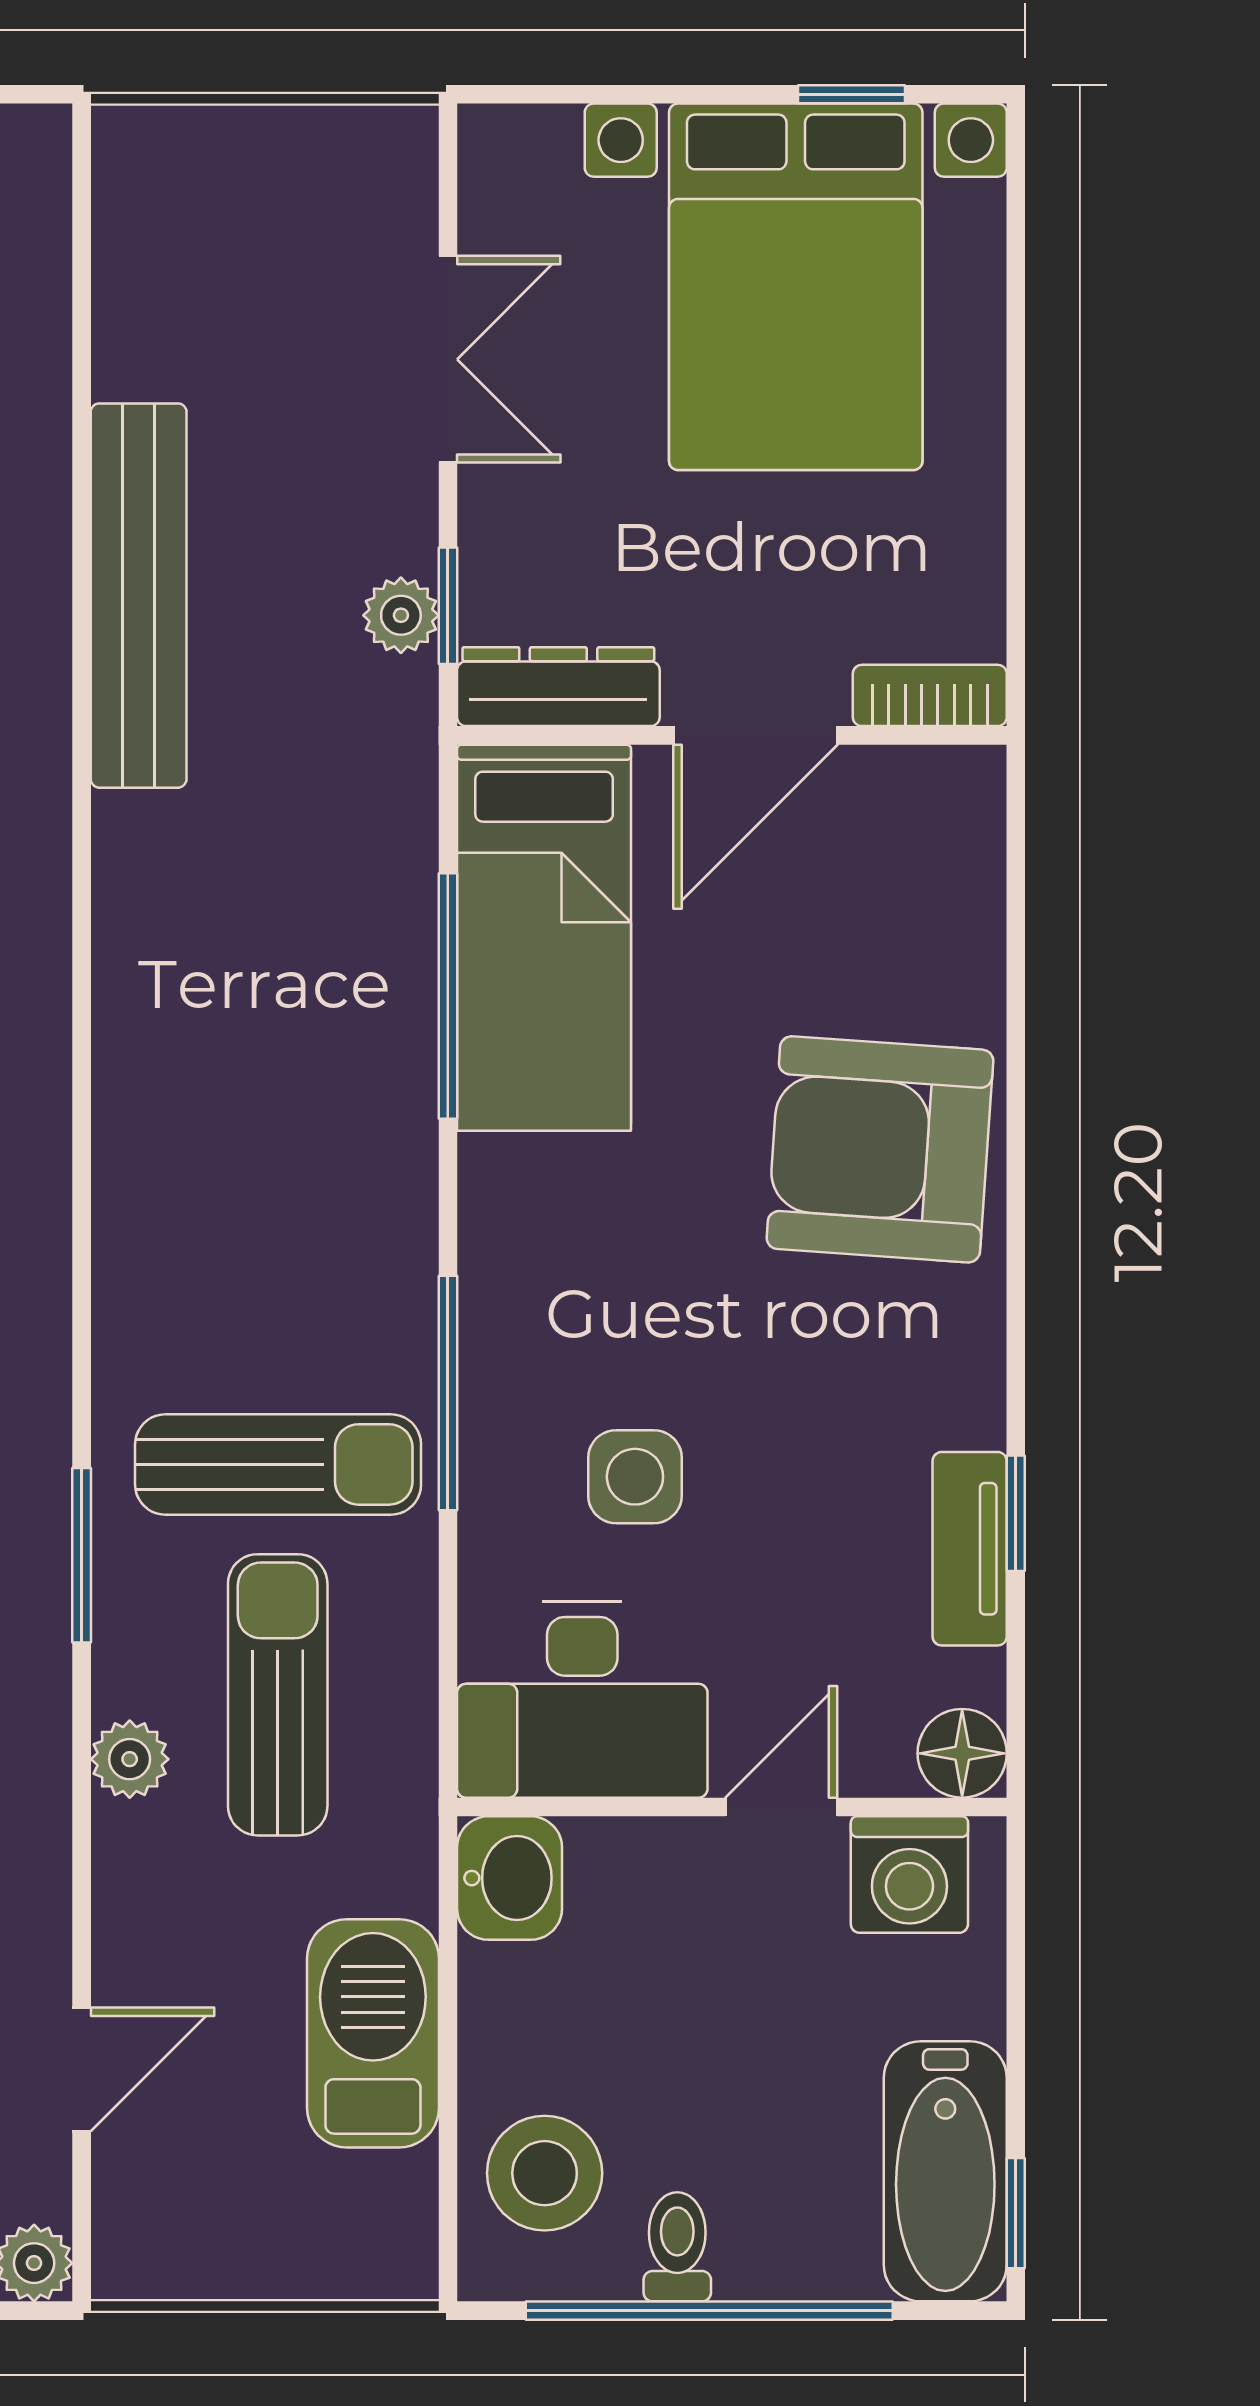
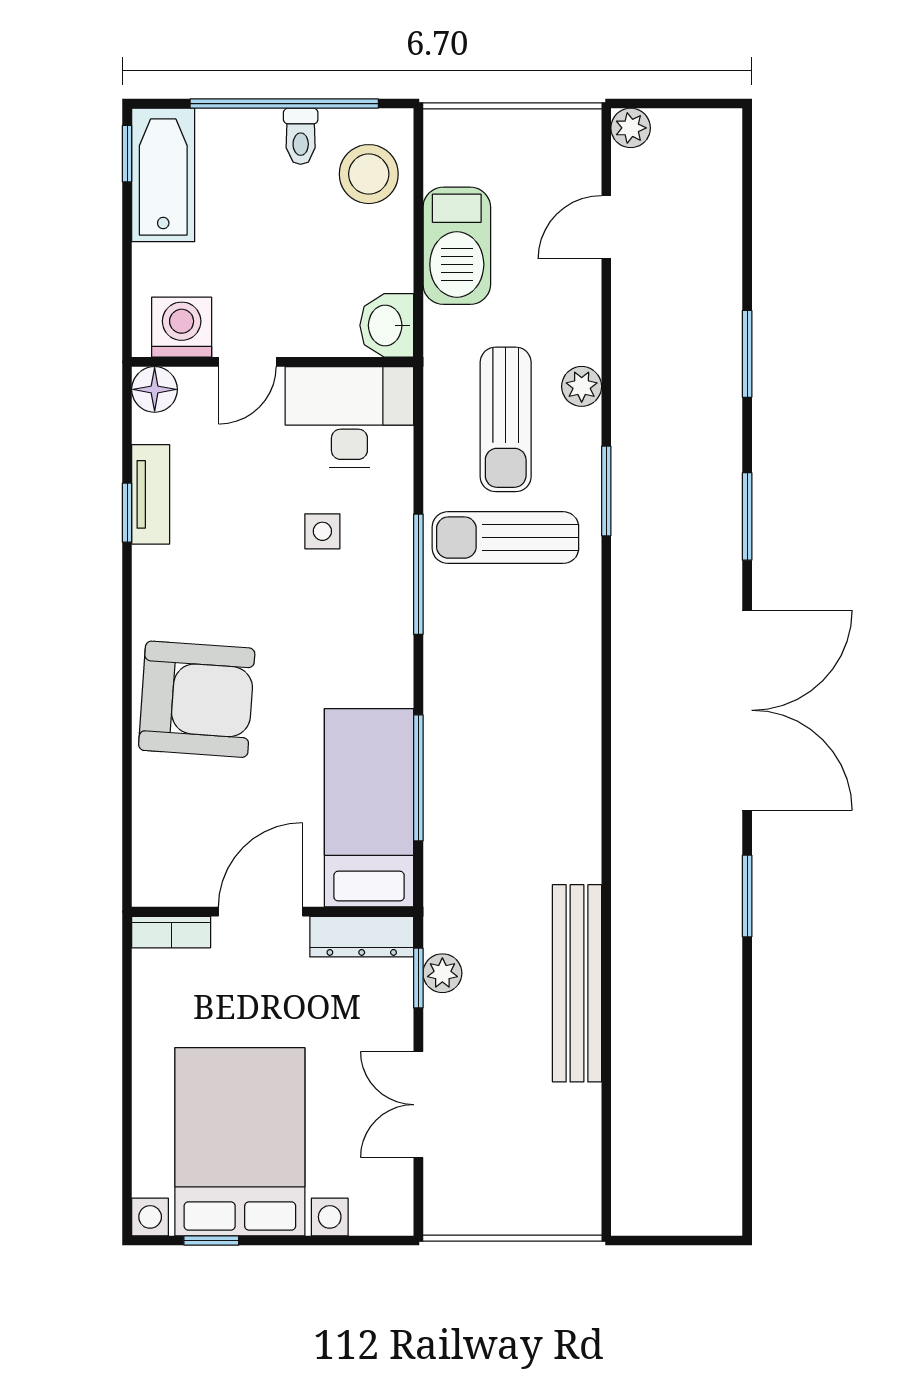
side table: (635, 1477) -> (322, 531), width x0.73, depth x0.73

